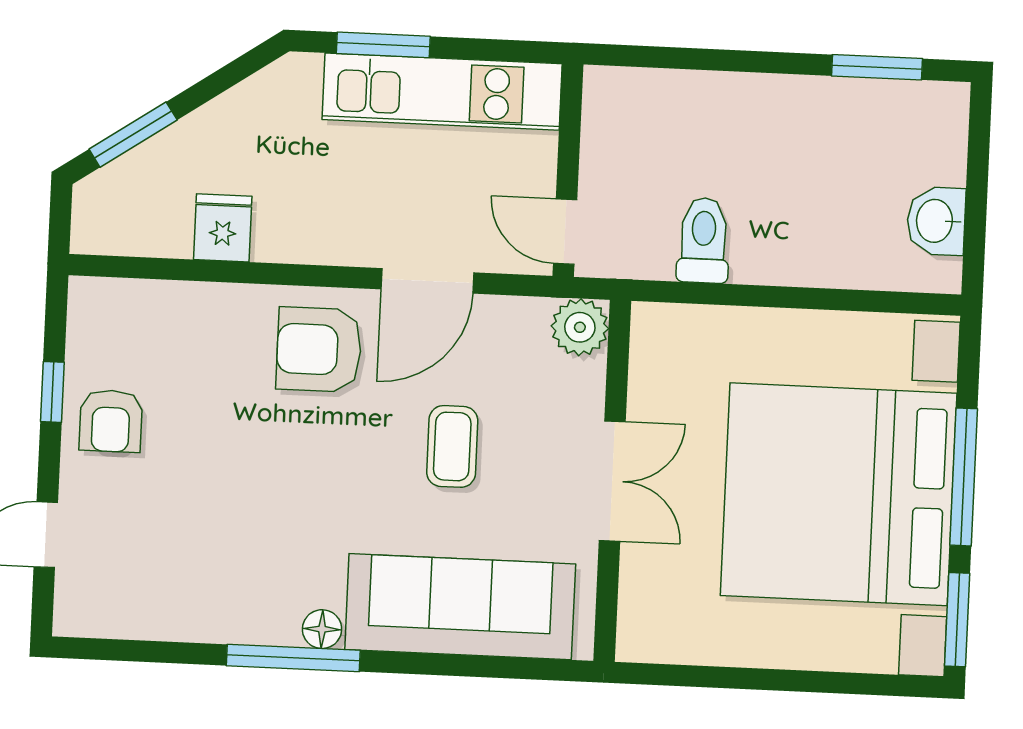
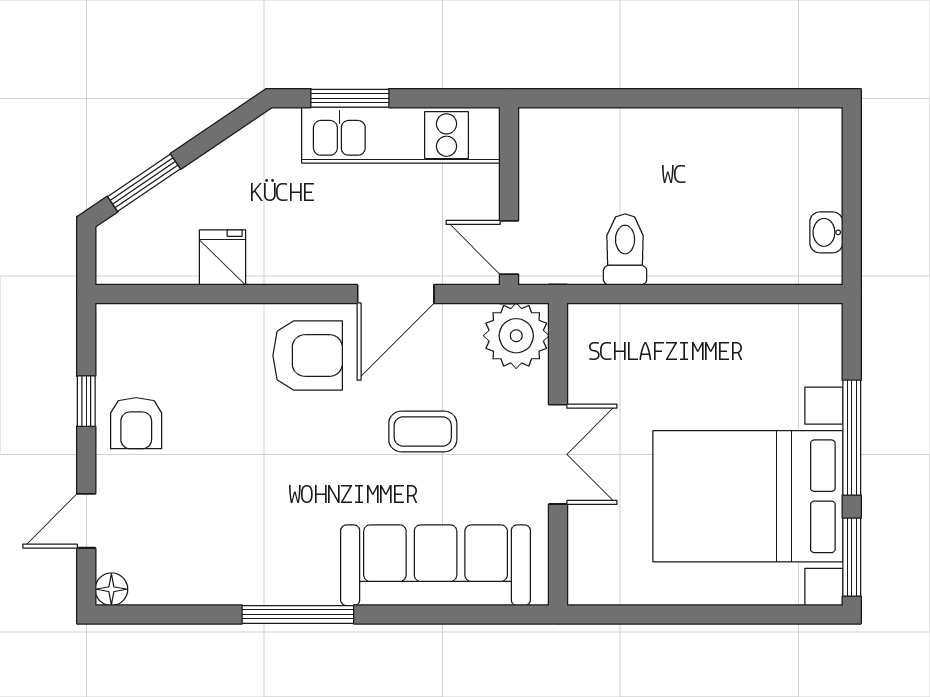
window: (877, 67) -> (764, 98), removed
washbasin: (936, 221) -> (826, 232), width x0.72, depth x0.69
plant: (580, 327) -> (516, 336), width x1.36, depth x1.36
armchair: (319, 350) -> (308, 356), turned 180
coffee table: (452, 446) -> (423, 432), turned 90
bed with nightstands: (839, 494) -> (748, 496), width x0.73
floor lamp: (322, 629) -> (111, 589), moved

